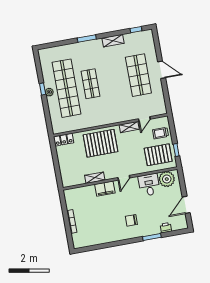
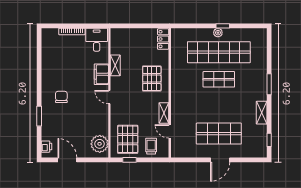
pallet: (101, 143) -> (152, 78), width x0.73, depth x0.71
desk: (149, 185) -> (97, 40), moved, turned -90
printer: (166, 228) -> (46, 147), moved

